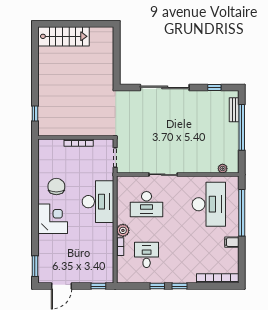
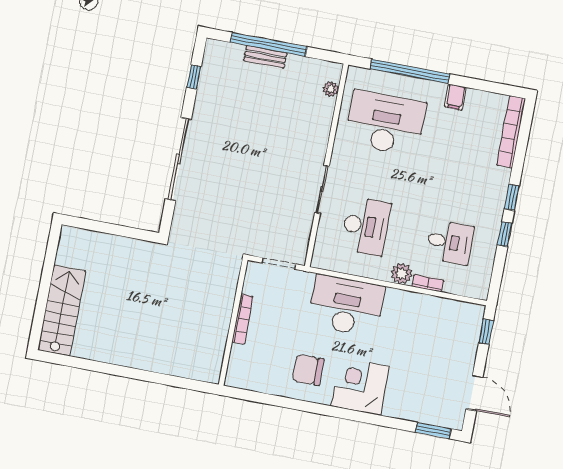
bench: (234, 110) -> (265, 57), moved
window: (35, 113) -> (180, 382), removed
desk: (147, 255) -> (450, 242), turned 180

